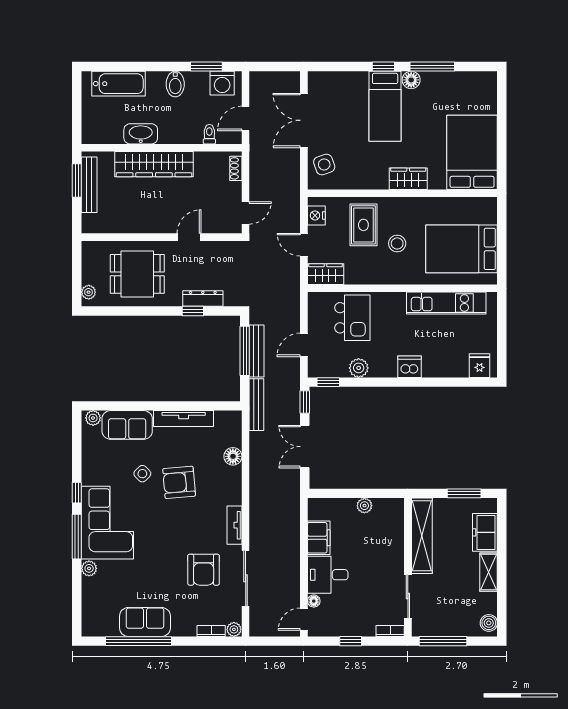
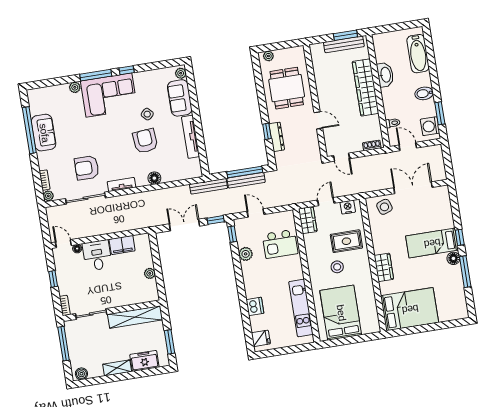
dishwasher: (410, 367) -> (255, 306), moved
floor lamp: (233, 456) -> (154, 178), moved

